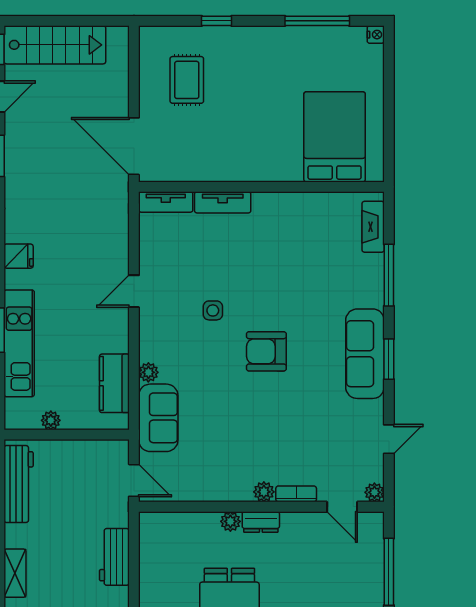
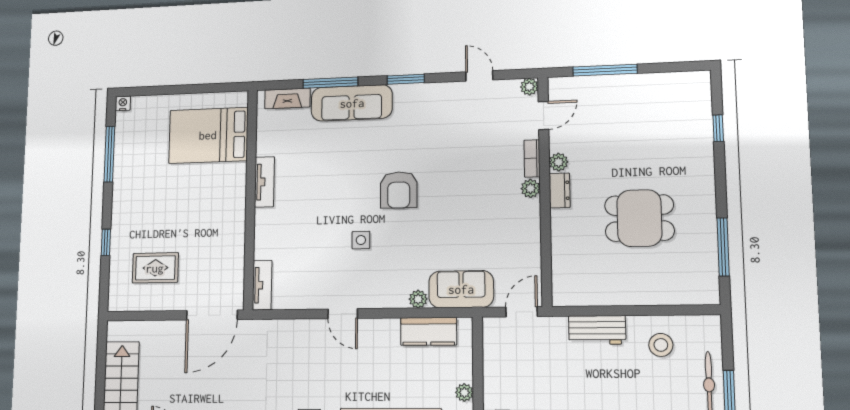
tv unit: (223, 202) -> (264, 182), moved
sofa: (365, 354) -> (352, 103), moved
plant: (230, 521) -> (559, 162), moved

